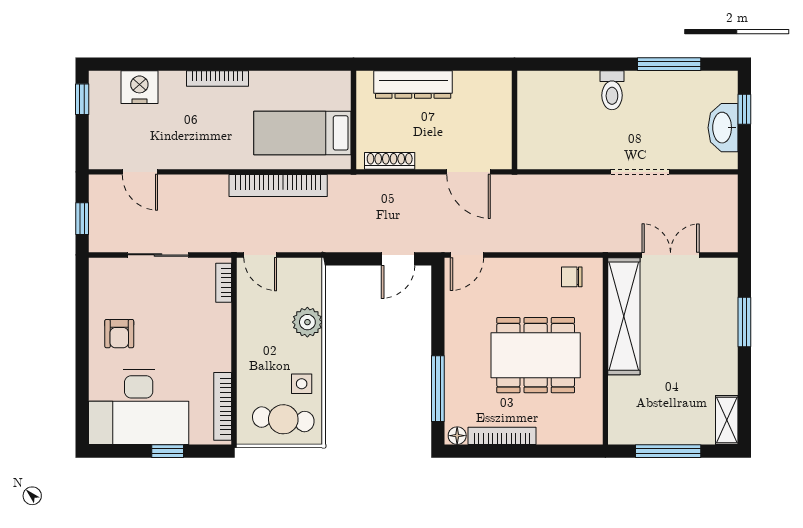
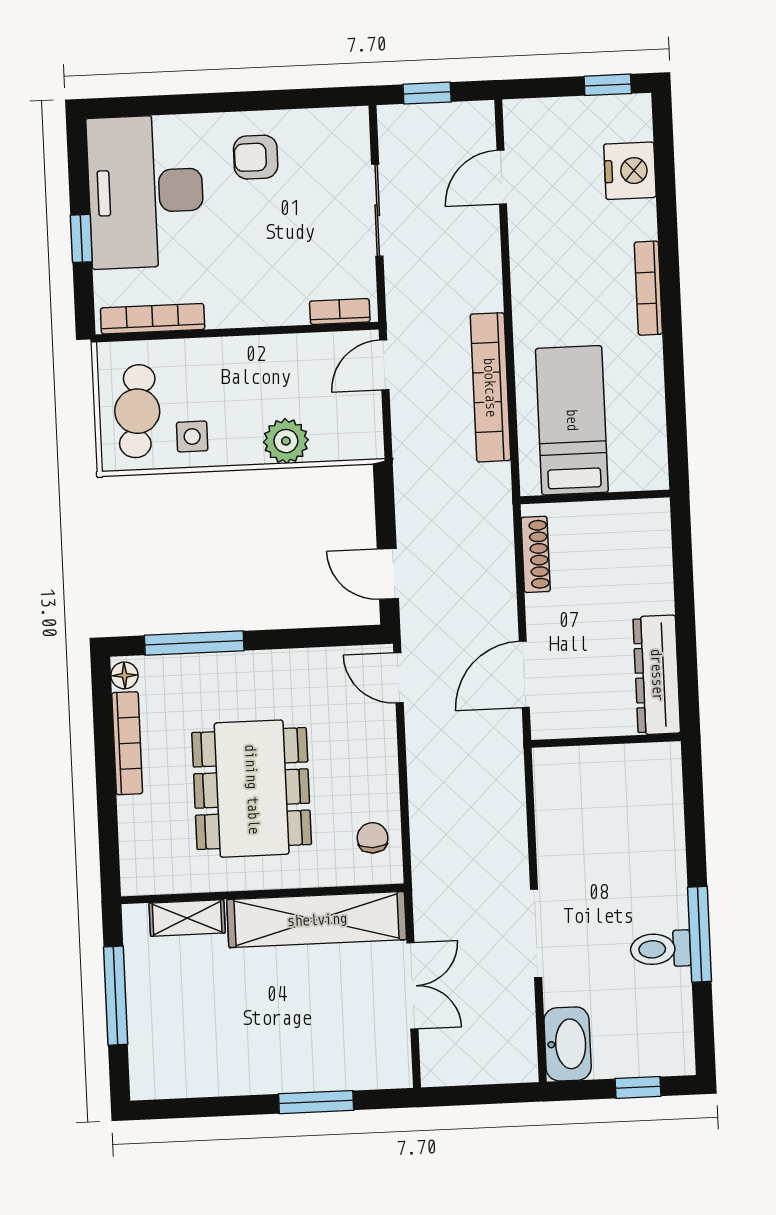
window: (669, 64) -> (699, 934), moved
dresser: (413, 85) -> (657, 675), moved
toilet: (612, 90) -> (660, 949), moved
washbasin: (723, 128) -> (568, 1044), moved, turned 90
shelving: (727, 420) -> (187, 918), moved

